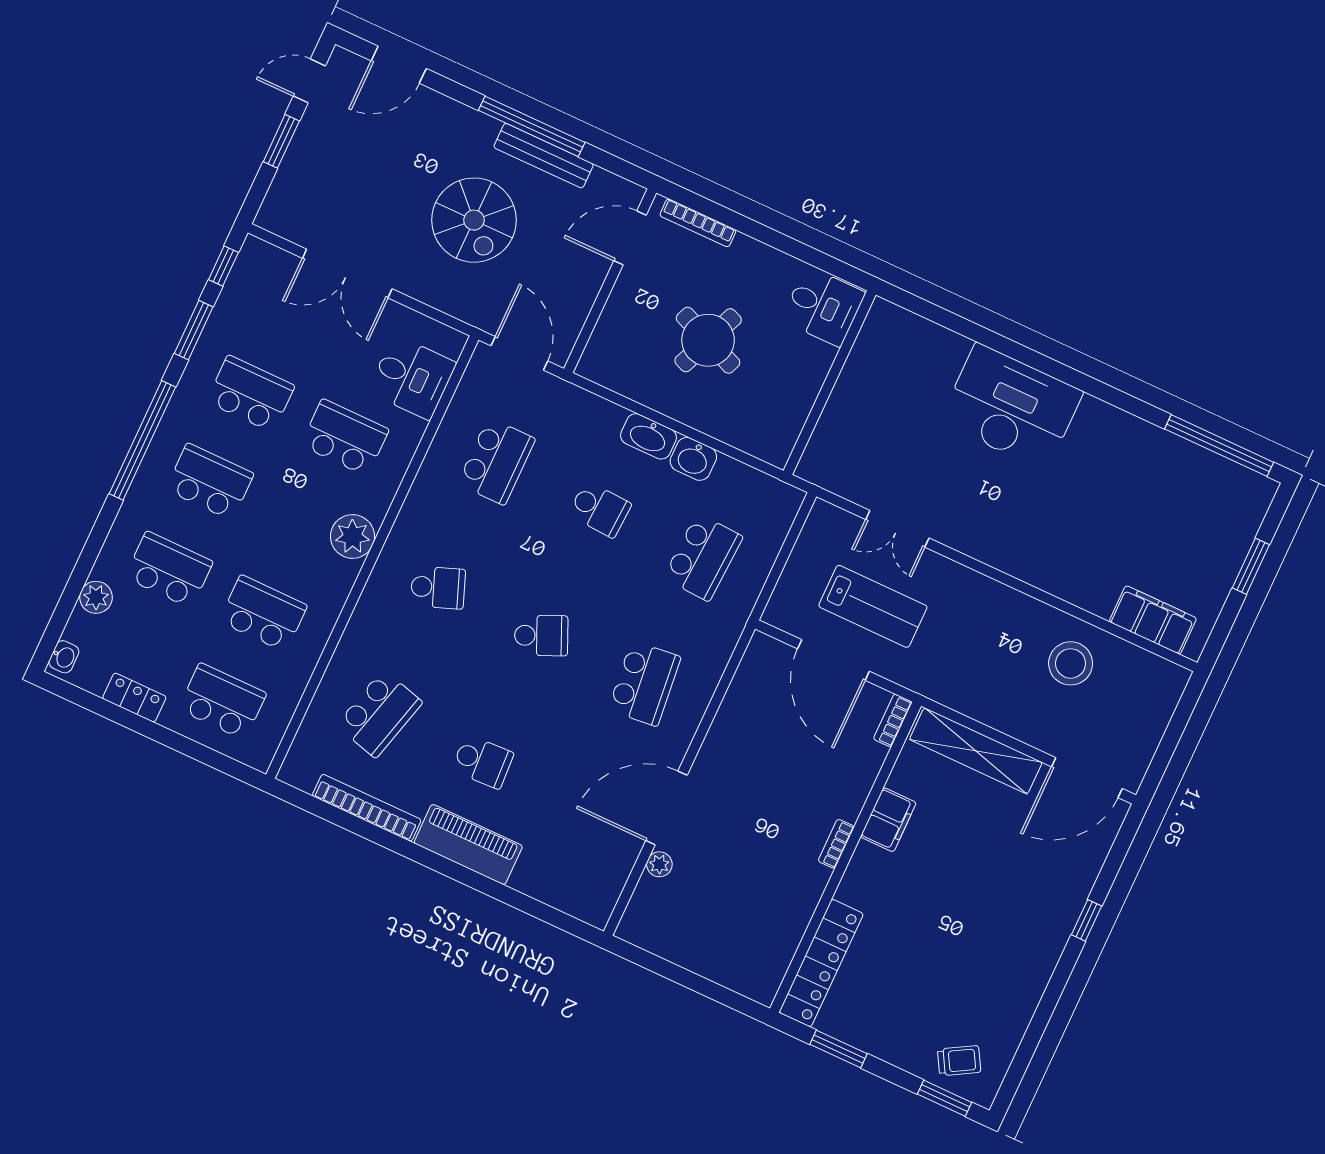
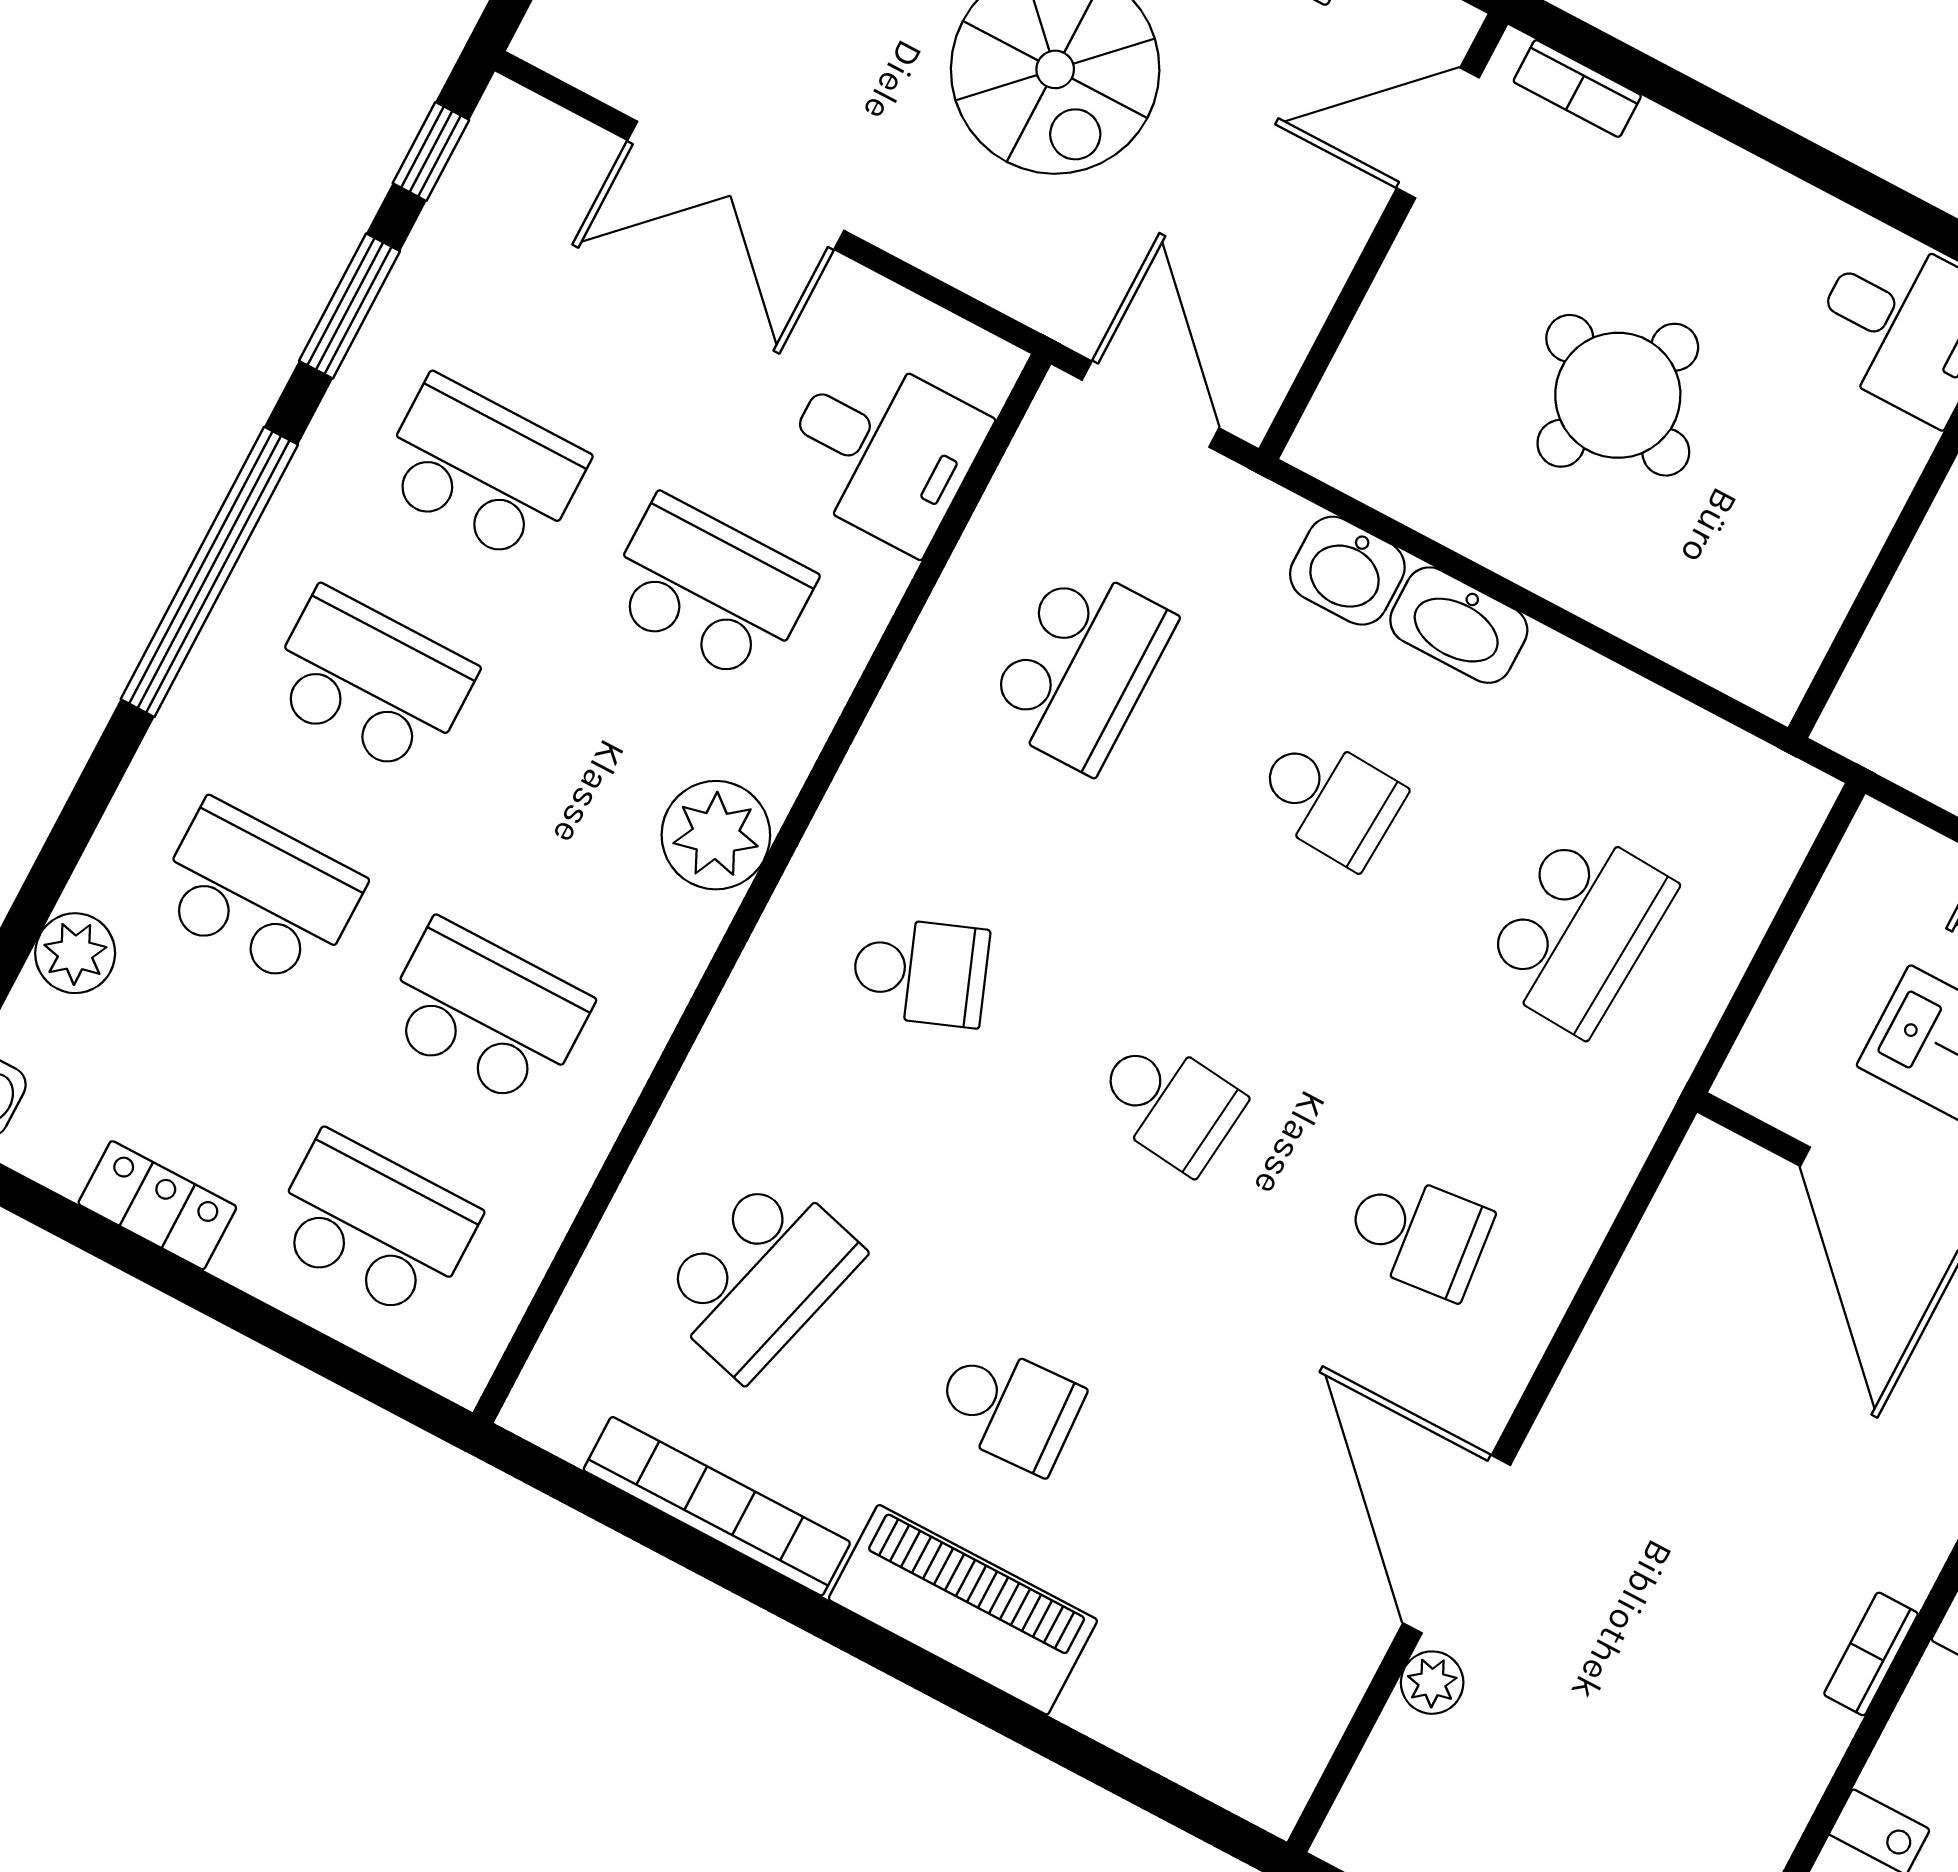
bookcase: (698, 223) -> (1577, 89), width x0.64
washbasin: (693, 459) -> (1347, 571), moved
school desk: (541, 636) -> (1169, 1103), turned 30
school desk: (644, 683) -> (1418, 1234), width x0.54
door: (666, 808) -> (1457, 1544), hinge flipped

